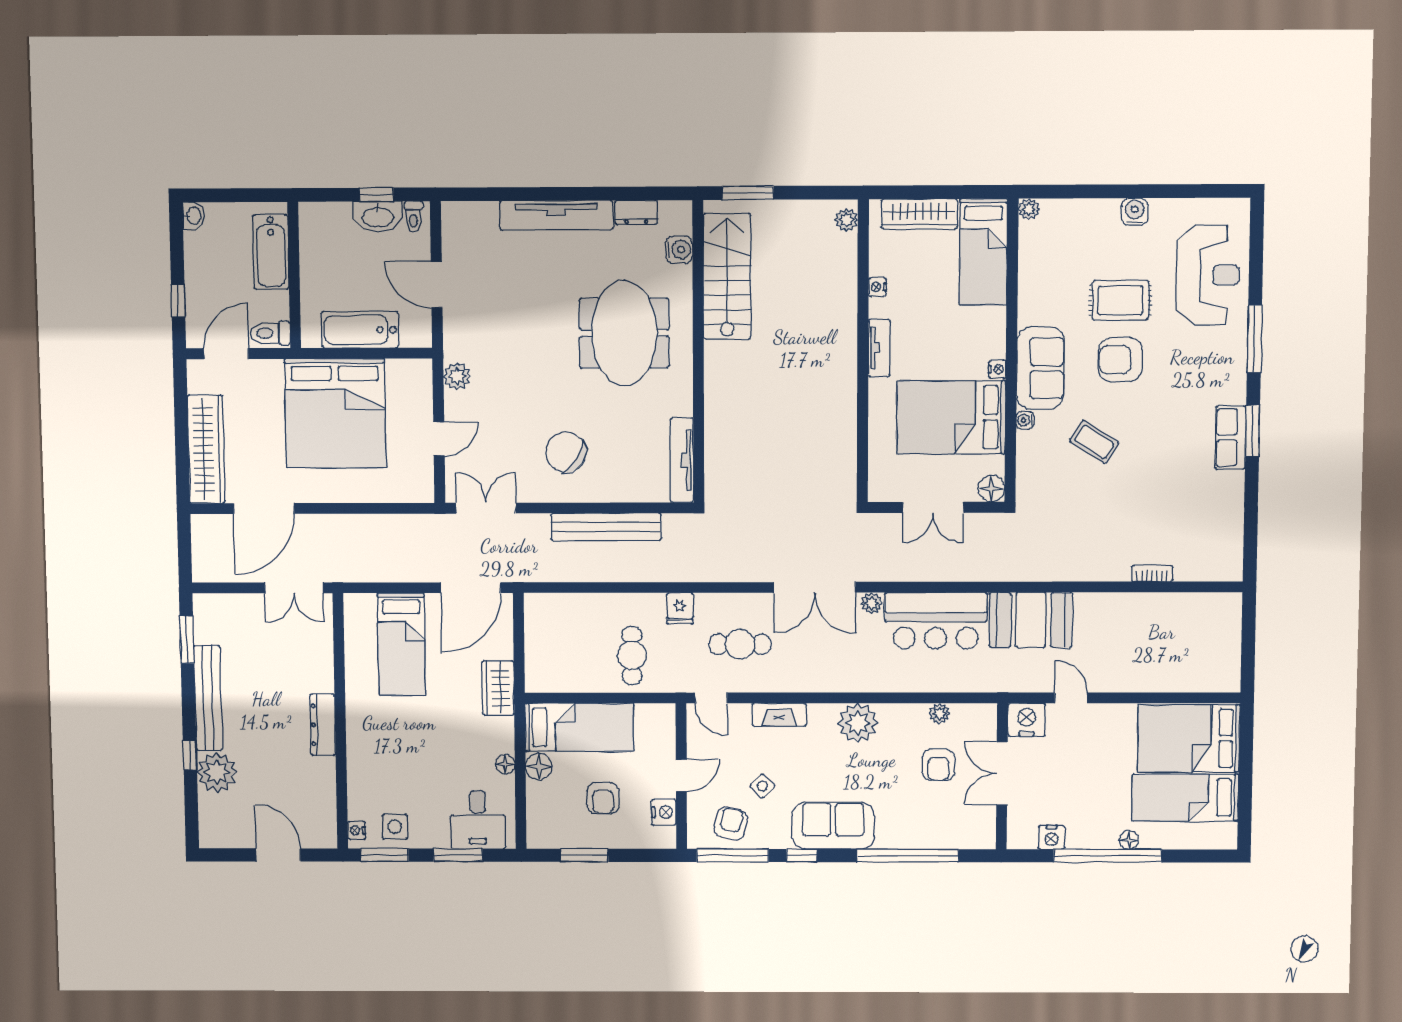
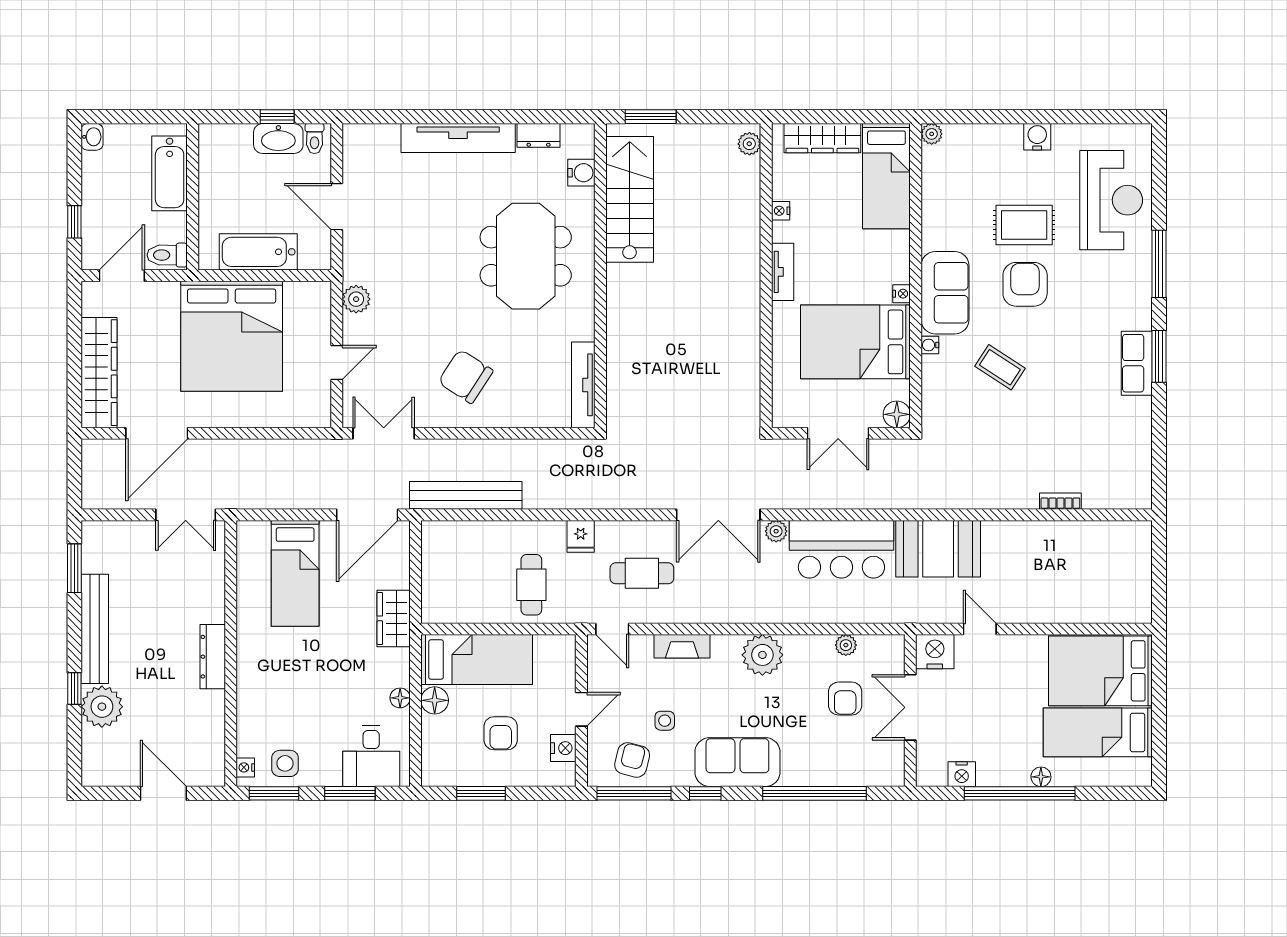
armchair: (1120, 360) -> (1025, 284), turned 90
bench: (606, 527) -> (466, 495), moved
side table: (762, 786) -> (665, 721), turned 45

